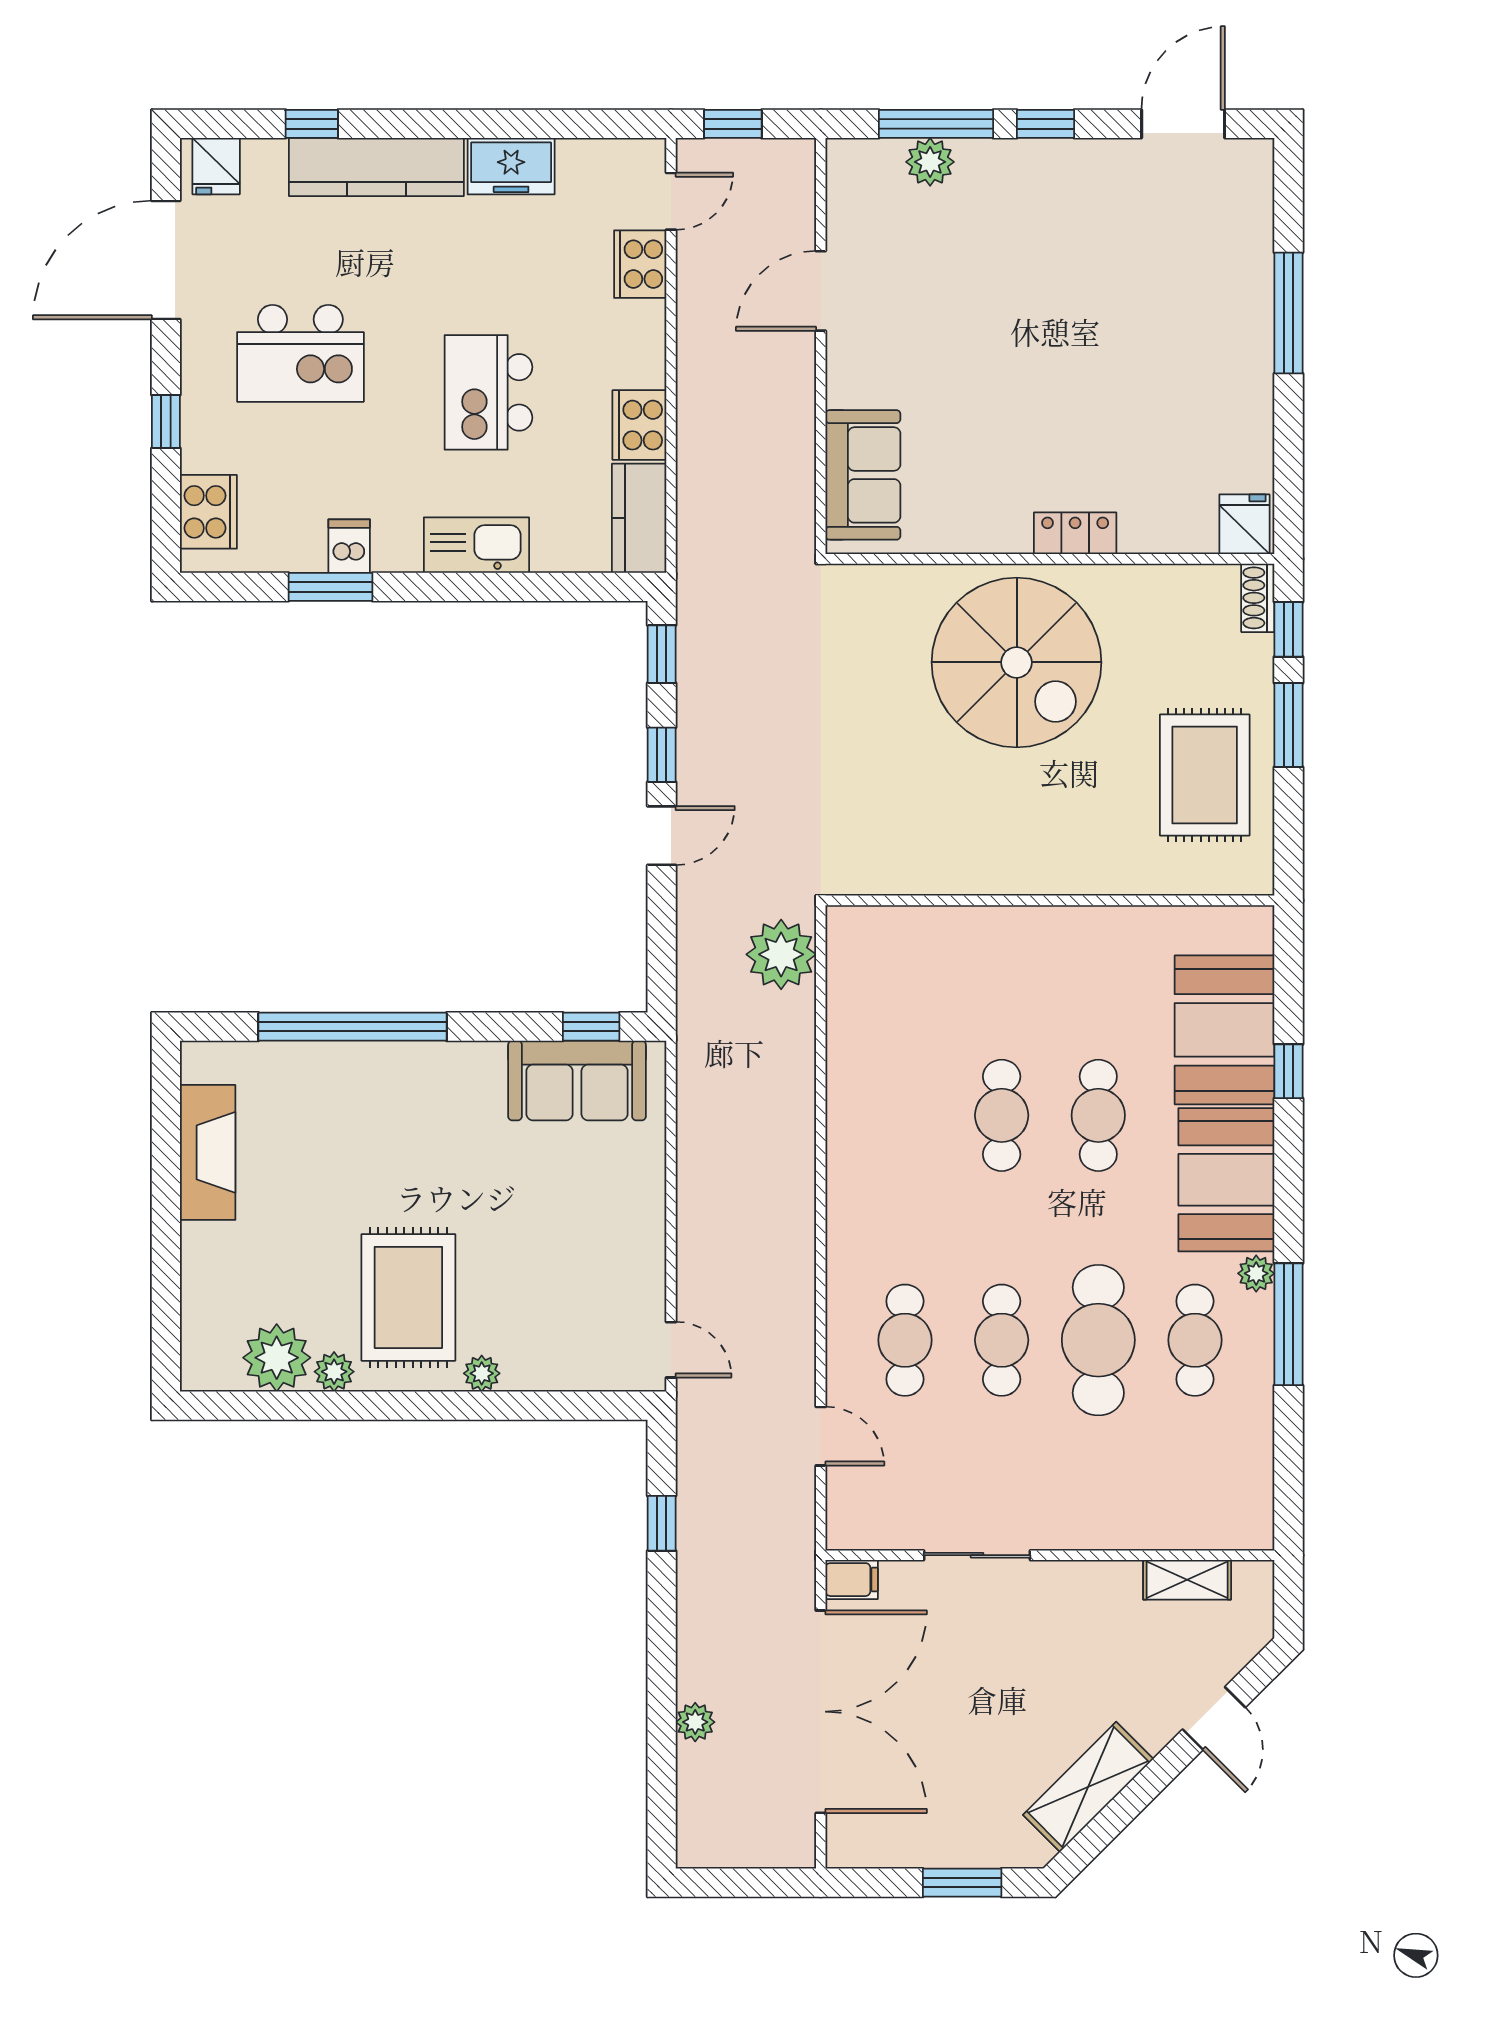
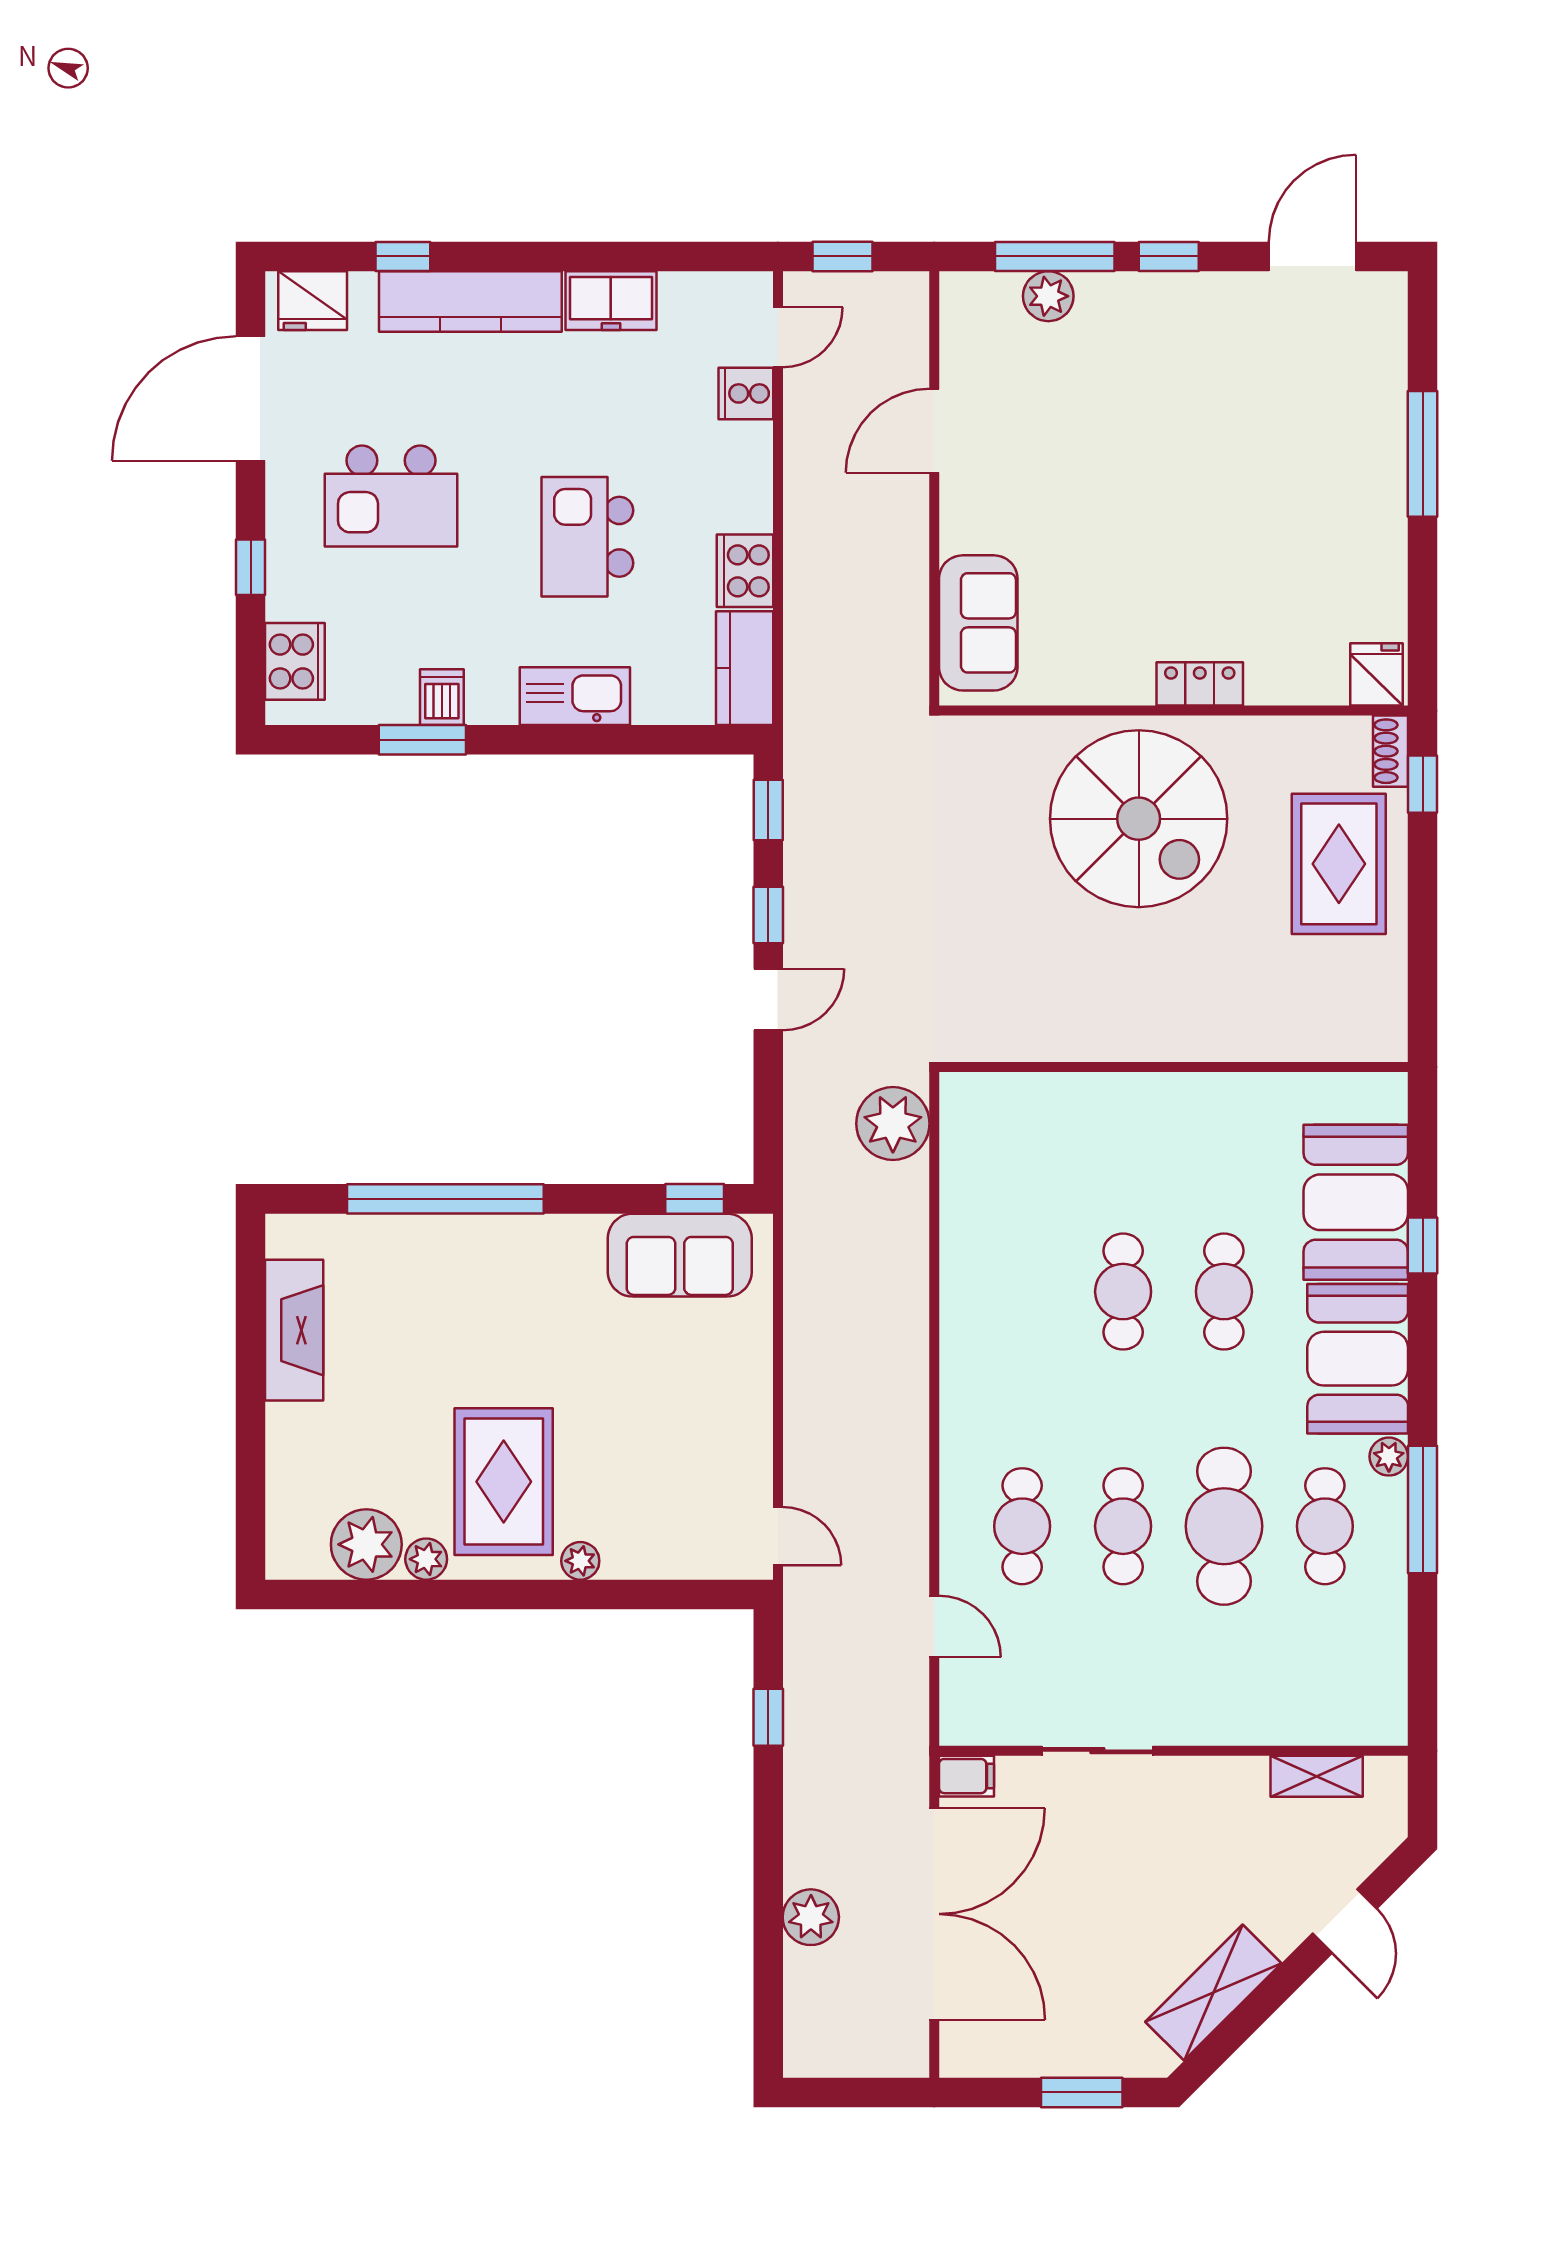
fridge: (216, 166) -> (313, 301), width x1.38
cooker: (640, 264) -> (746, 393), width x0.73
window: (1289, 725) -> (1423, 884), removed
rug: (1205, 775) -> (1339, 864), moved
plant: (695, 1722) -> (811, 1917), width x1.38, depth x1.38

